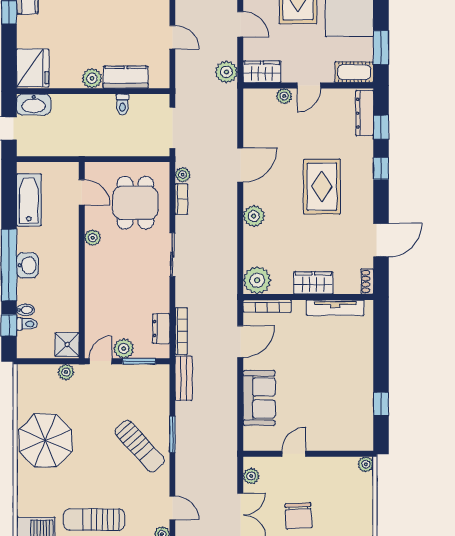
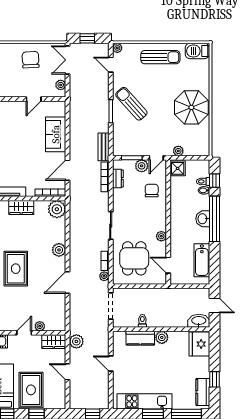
chair: (108, 310) -> (152, 191), added

